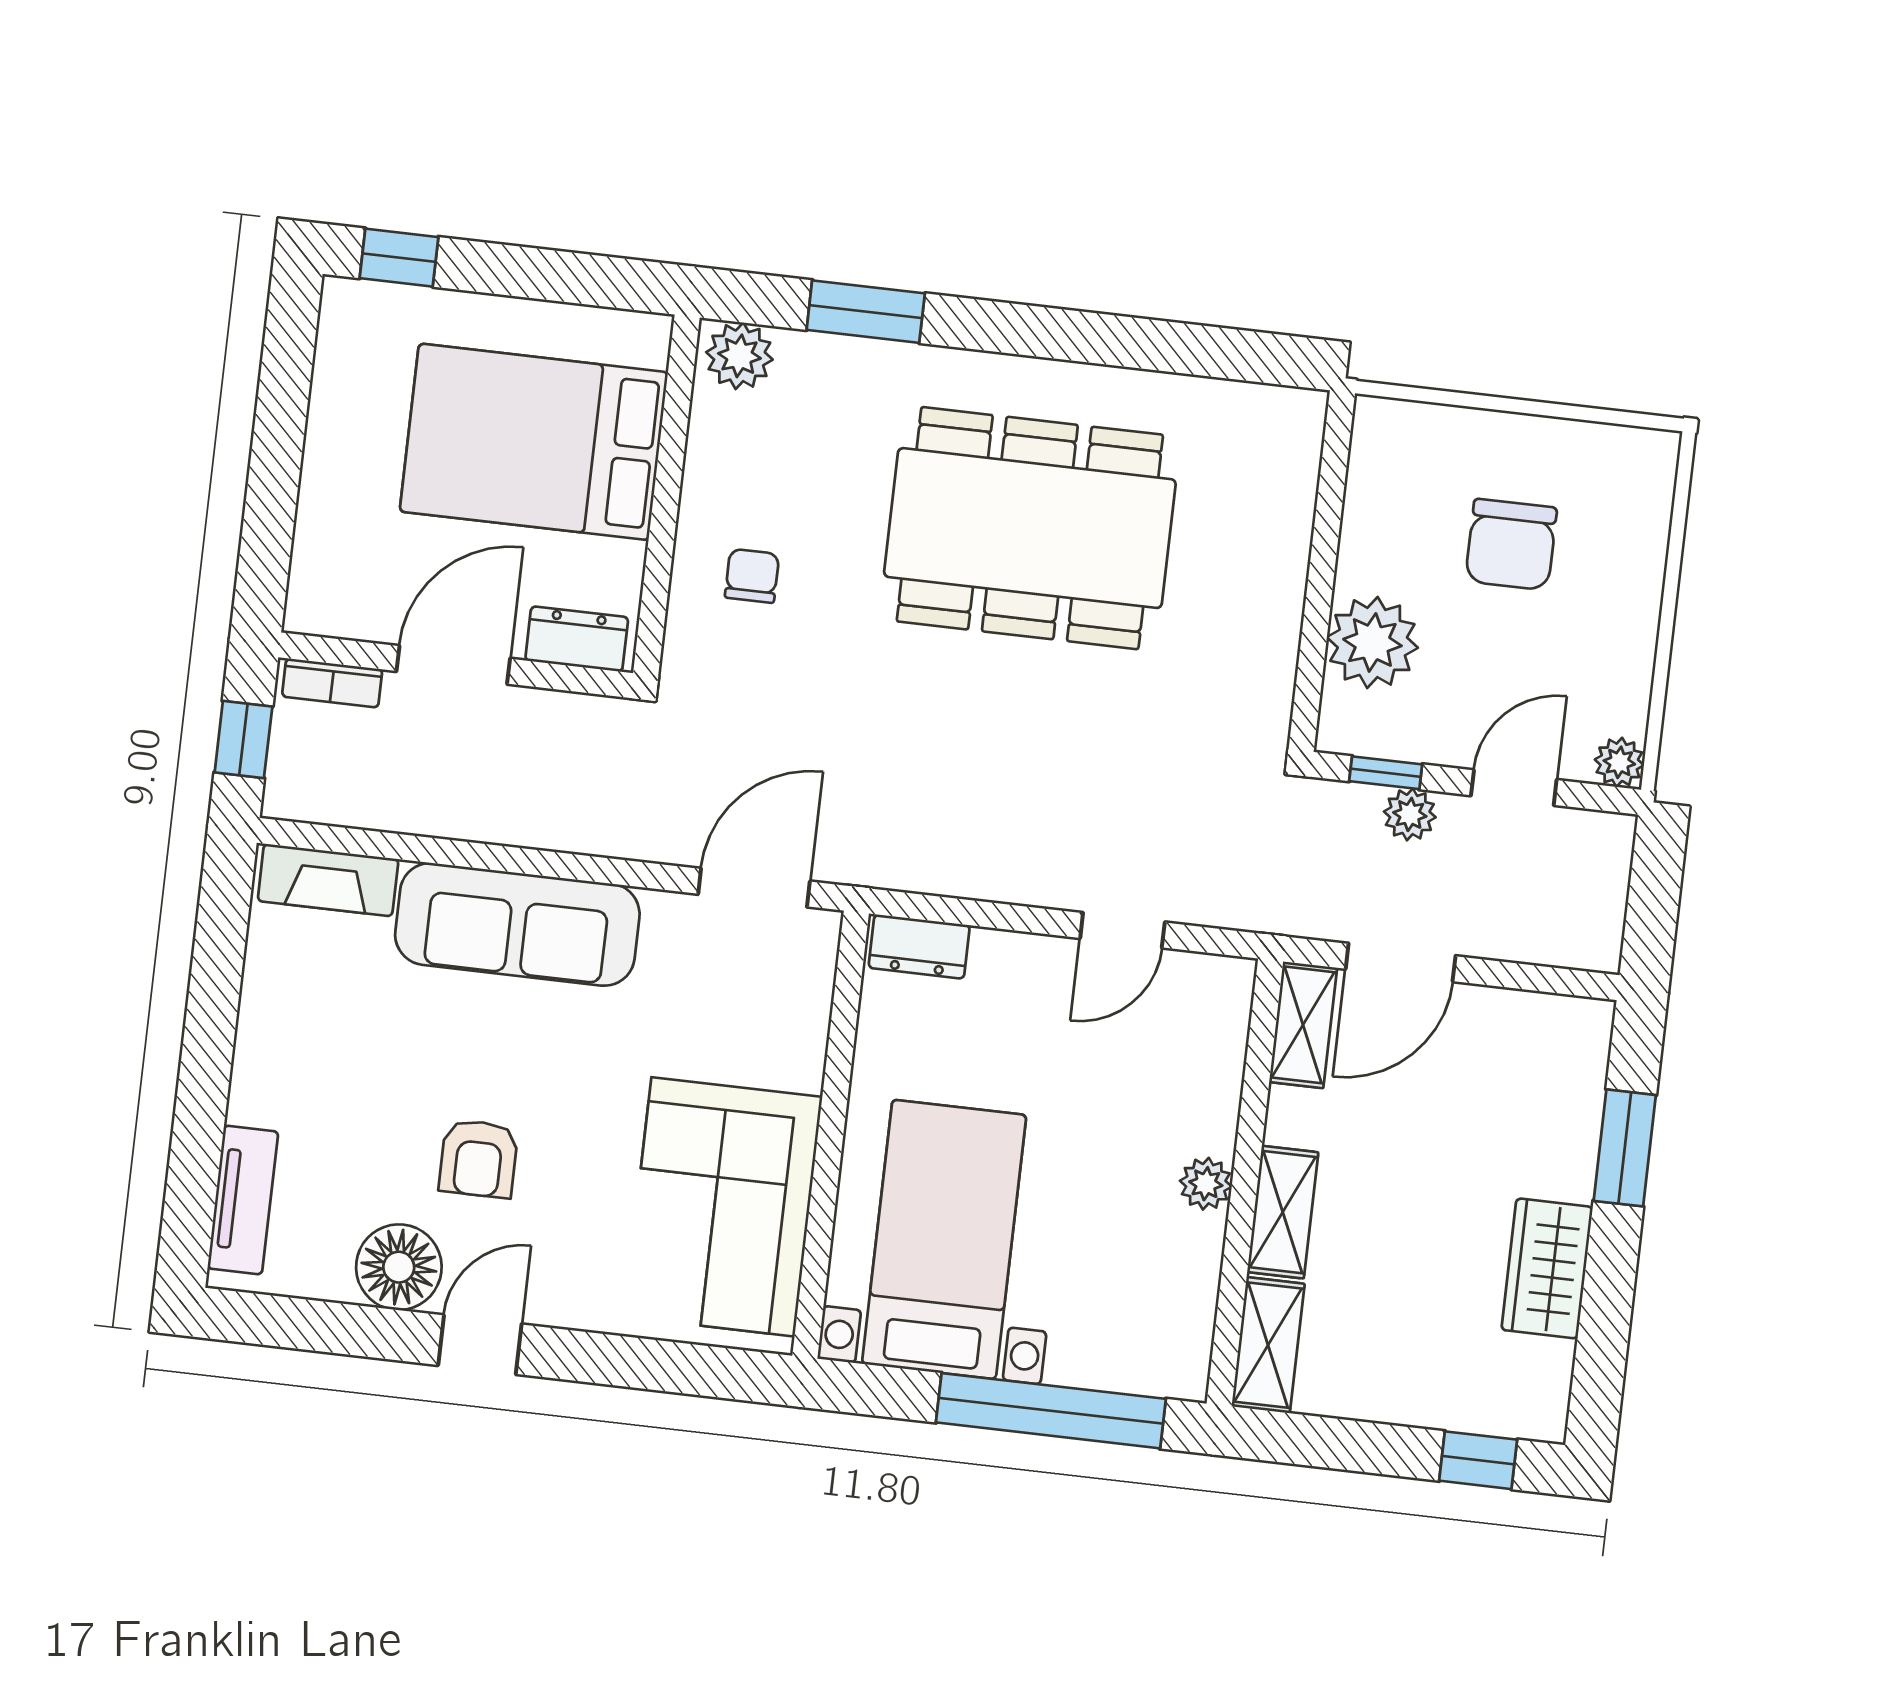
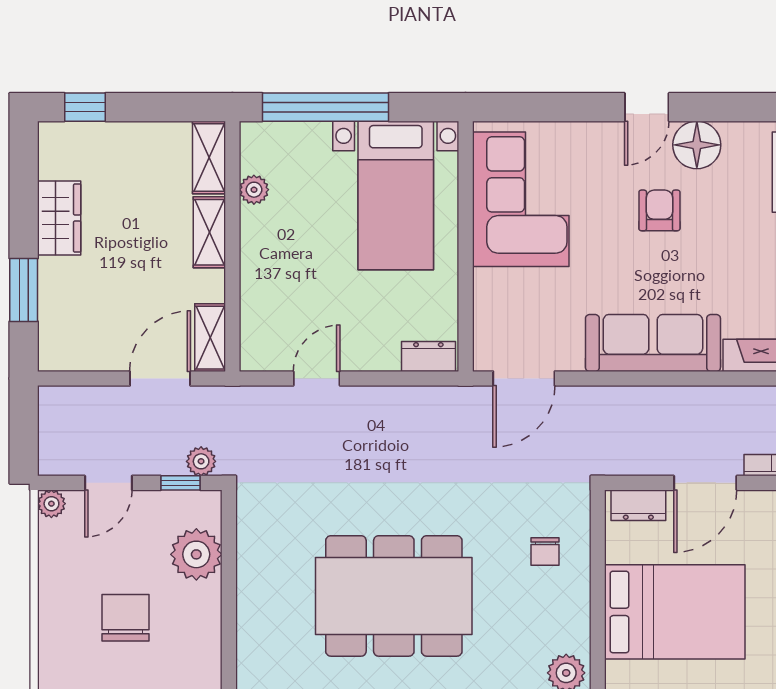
plant: (1410, 814) -> (201, 461), moved
plant: (1206, 1184) -> (254, 190), moved

